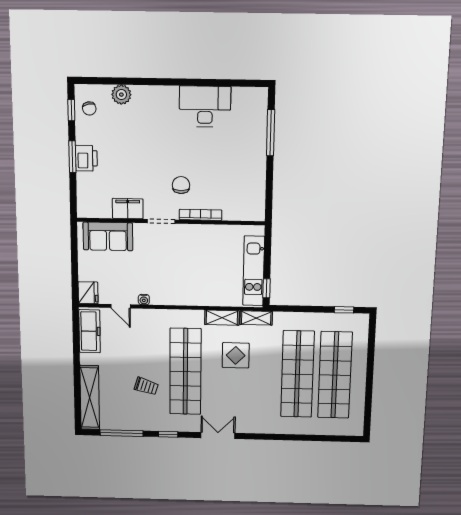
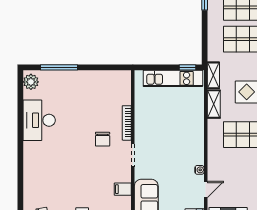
plant: (121, 95) -> (31, 82), moved
chair: (181, 185) -> (103, 139), turned -90
filing cabinet: (128, 209) -> (123, 189), width x0.50

